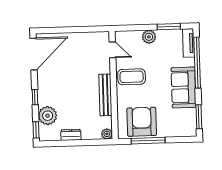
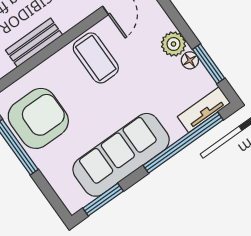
floor lamp: (161, 34) -> (190, 60), added
sofa: (184, 88) -> (121, 155), width x1.36
bench: (105, 95) -> (34, 43), width x0.73

